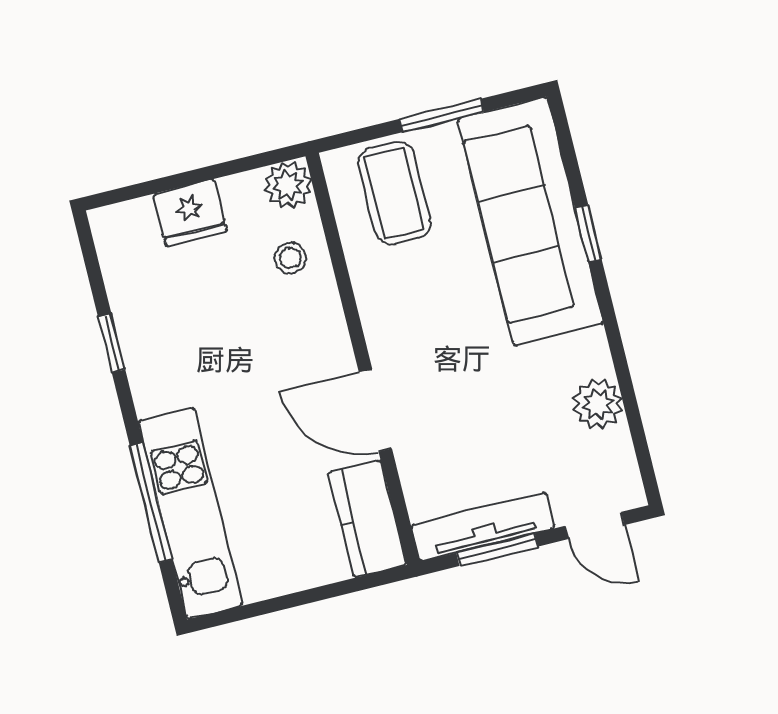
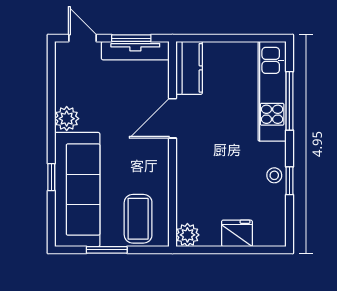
stool: (290, 258) -> (274, 175), moved
plant: (598, 404) -> (67, 119), moved
door: (375, 410) -> (173, 118), swing flipped

